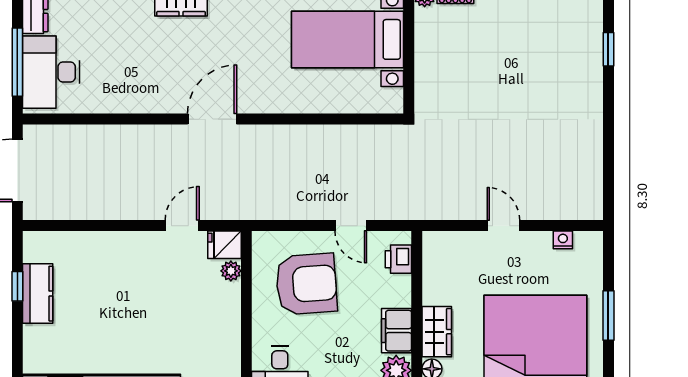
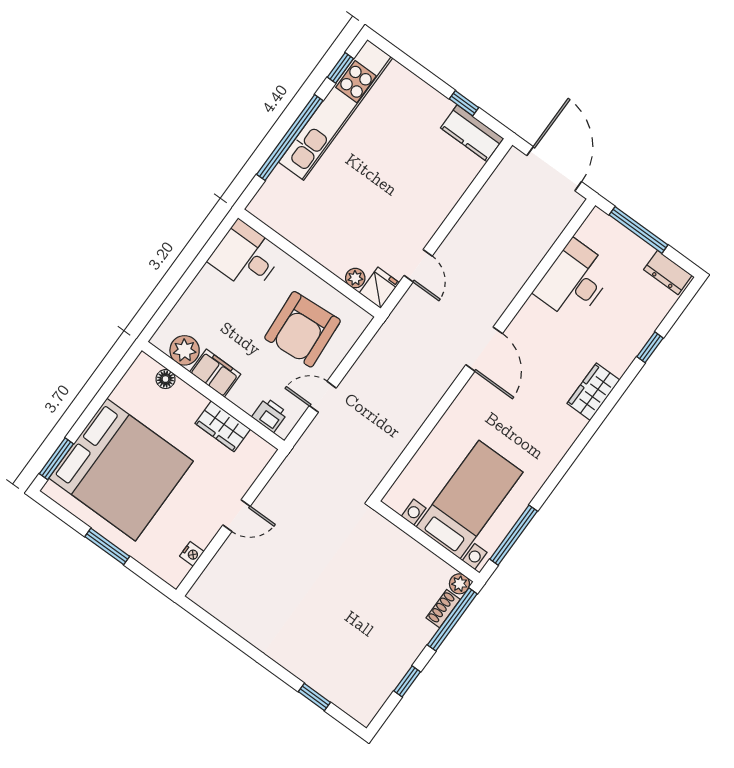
desk: (51, 72) -> (574, 281), moved, turned -90
kitchen counter: (38, 294) -> (472, 133), moved
wardrobe: (437, 332) -> (223, 426), moved

